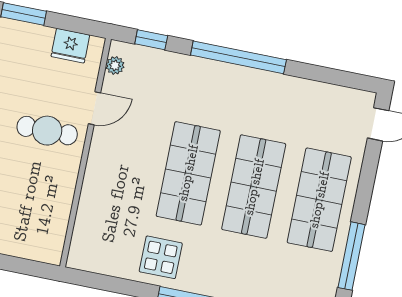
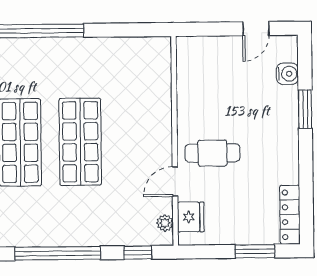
fridge: (70, 46) -> (191, 217), moved, turned 90
display table: (161, 257) -> (89, 63), removed

